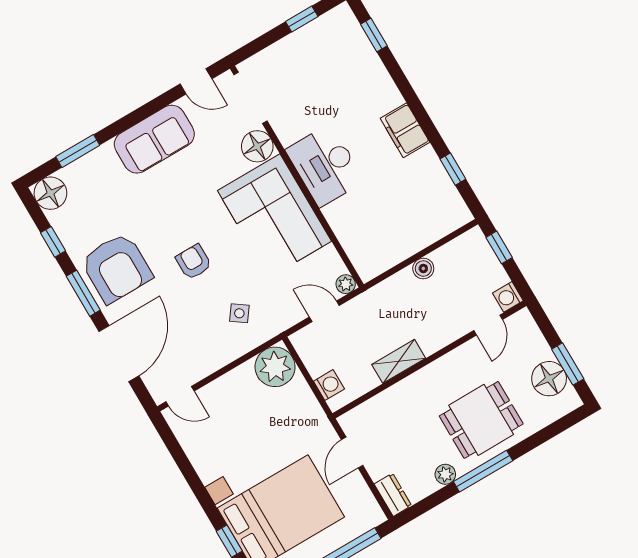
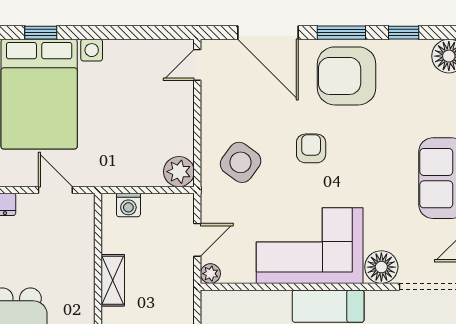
armchair: (194, 262) -> (311, 148), turned -90
side table: (239, 313) -> (241, 162), width x1.87, depth x1.87
plant: (275, 367) -> (179, 172), width x0.73, depth x0.73

